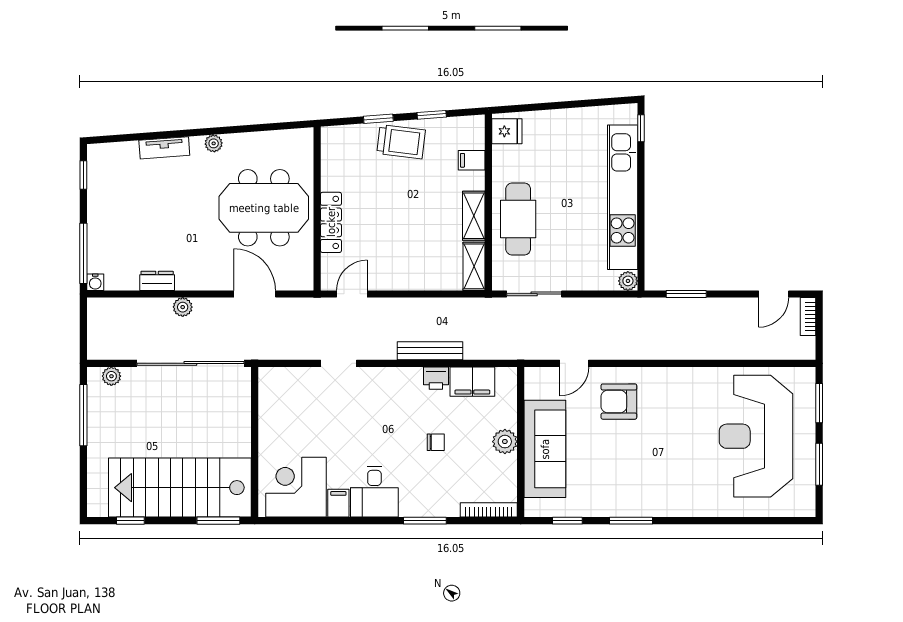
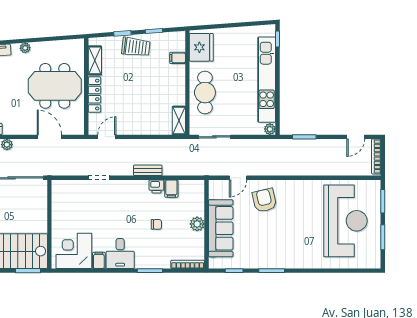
fridge: (507, 131) -> (201, 47), width x1.88, depth x1.34
shelving: (474, 216) -> (95, 60), moved
bookcase: (808, 317) -> (376, 156), width x1.56
bench: (430, 351) -> (148, 170), width x0.73
filing cabinet: (472, 382) -> (171, 189), width x0.50
armchair: (619, 402) -> (264, 200), turned 77
reception desk: (756, 436) -> (345, 221), turned 180

